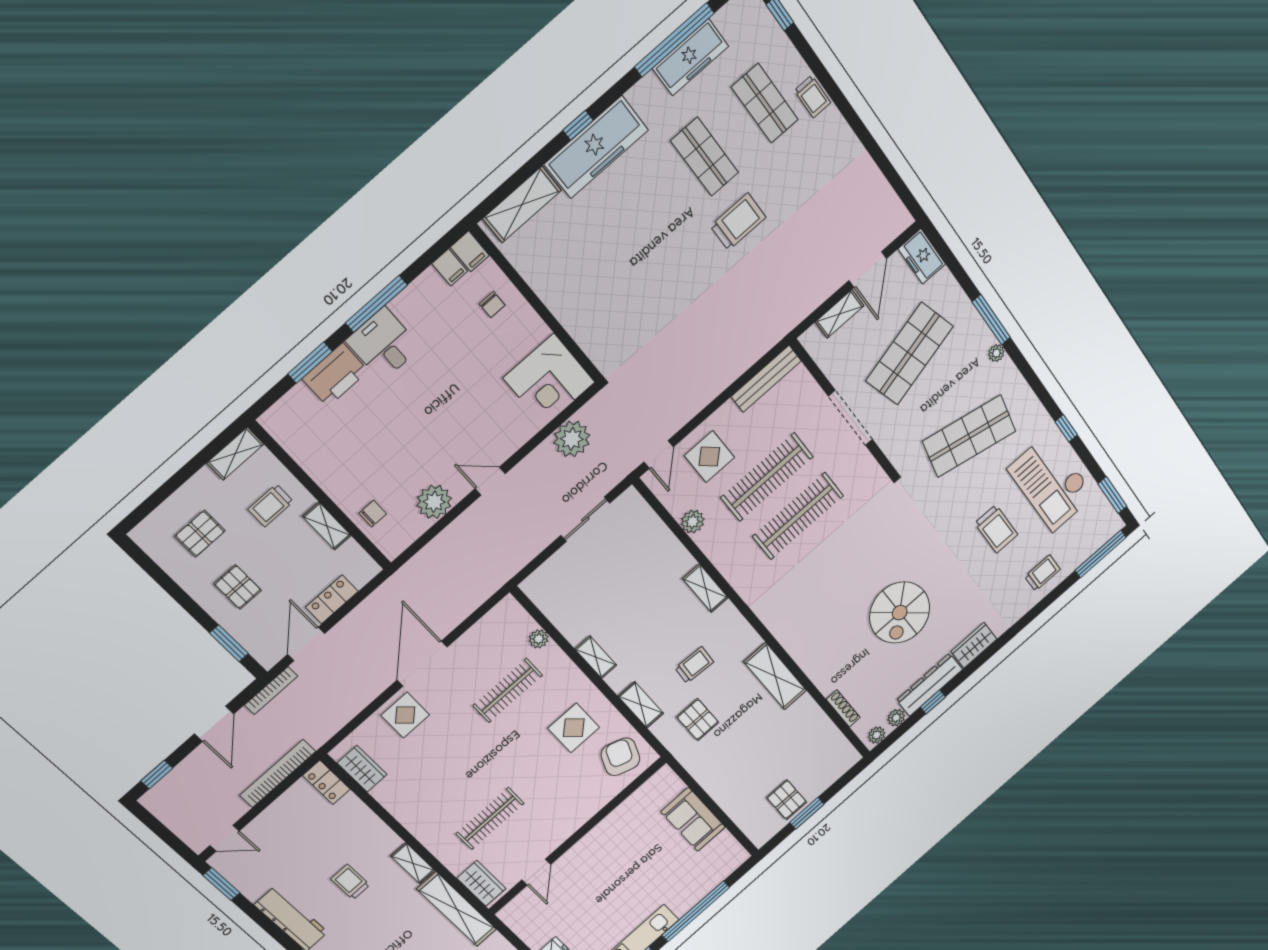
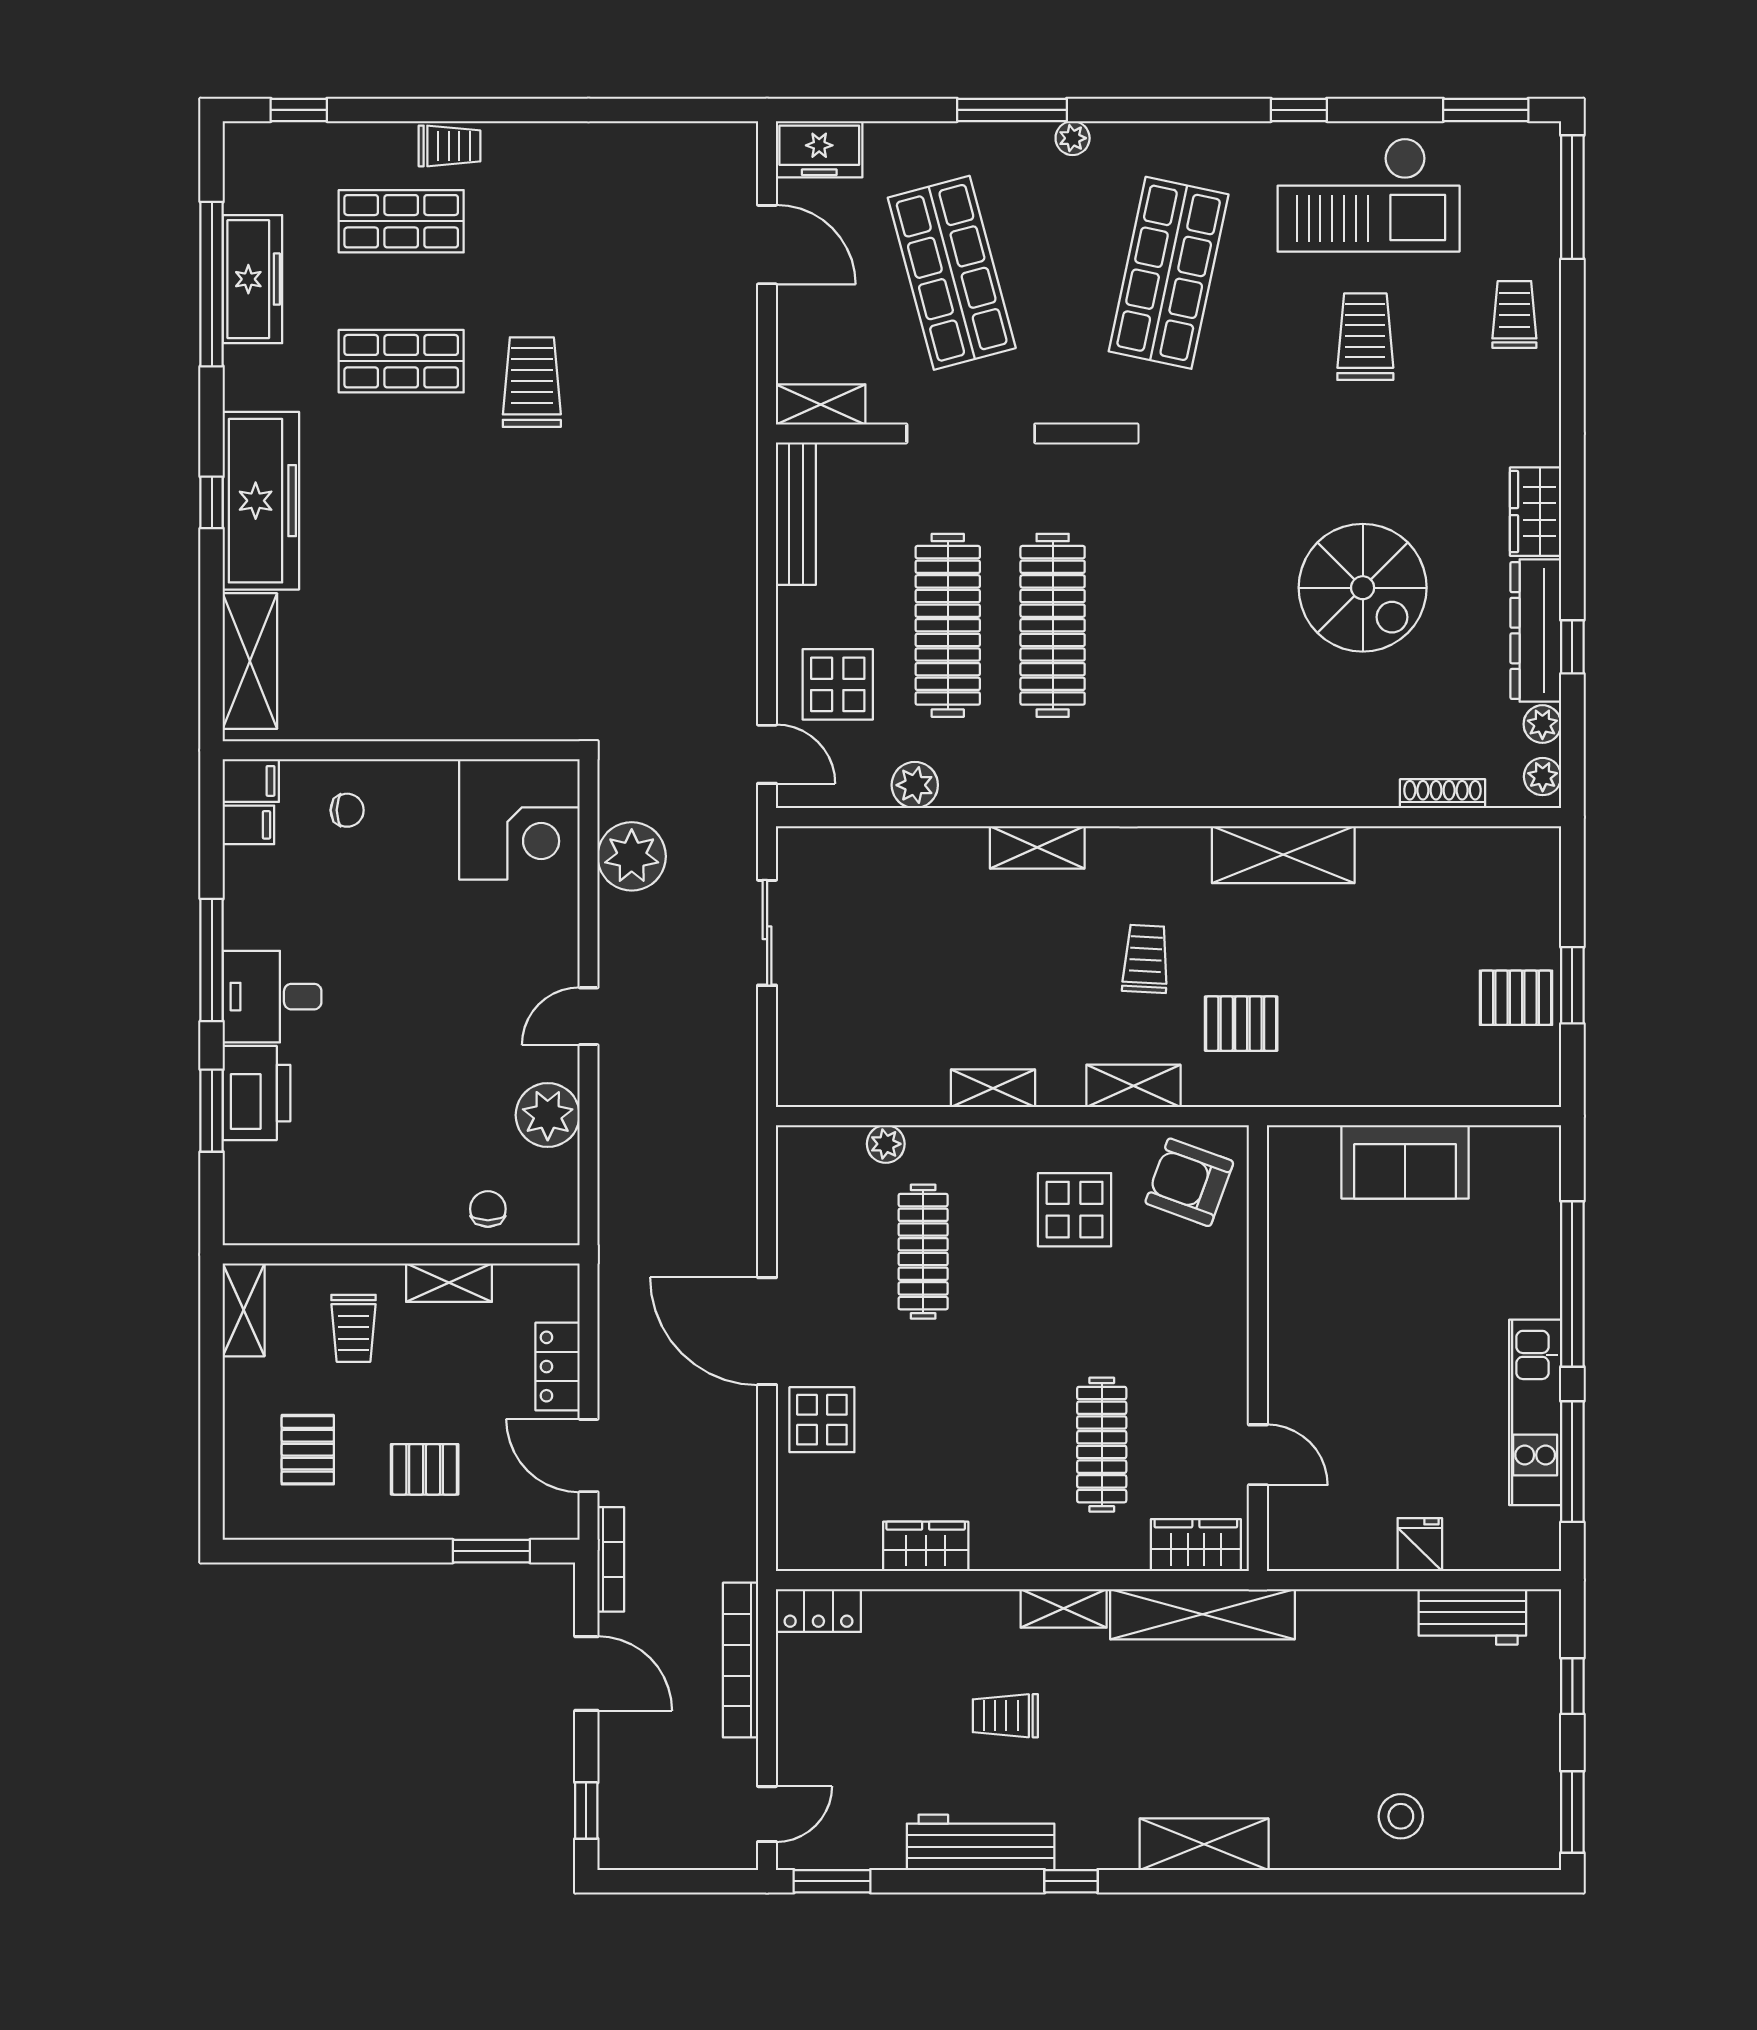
shelving: (840, 314) -> (821, 404), moved, turned 90
trolley: (996, 529) -> (1365, 337), turned -90
wardrobe: (362, 769) -> (926, 1546), moved

